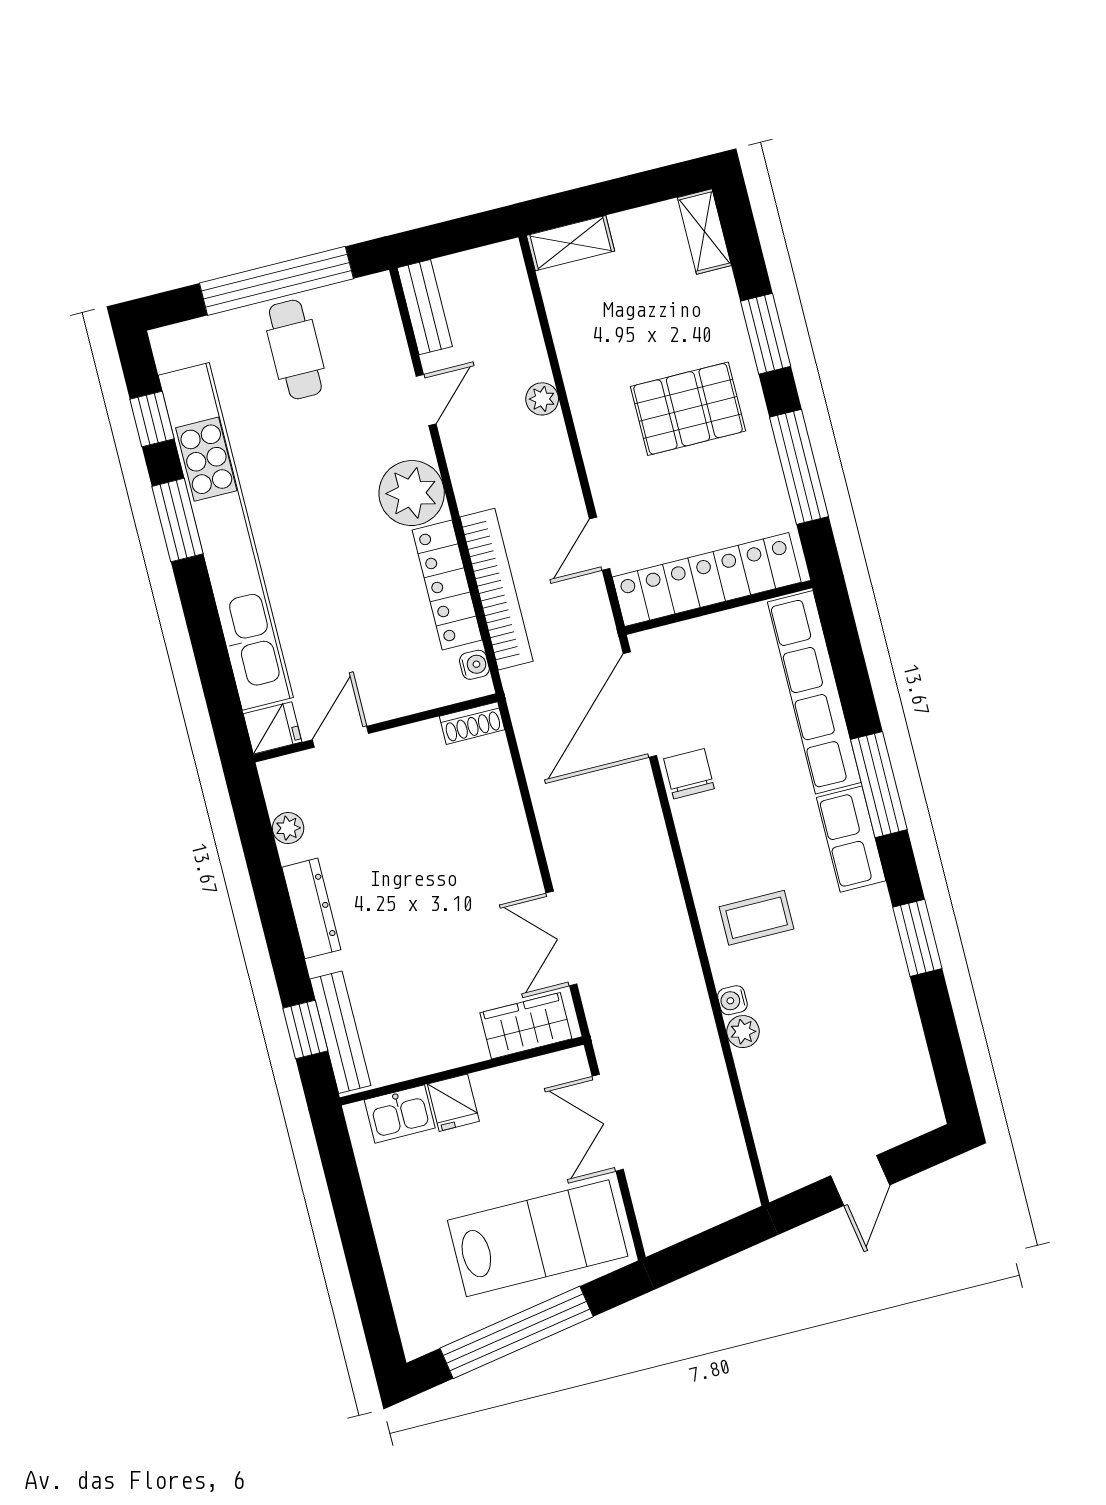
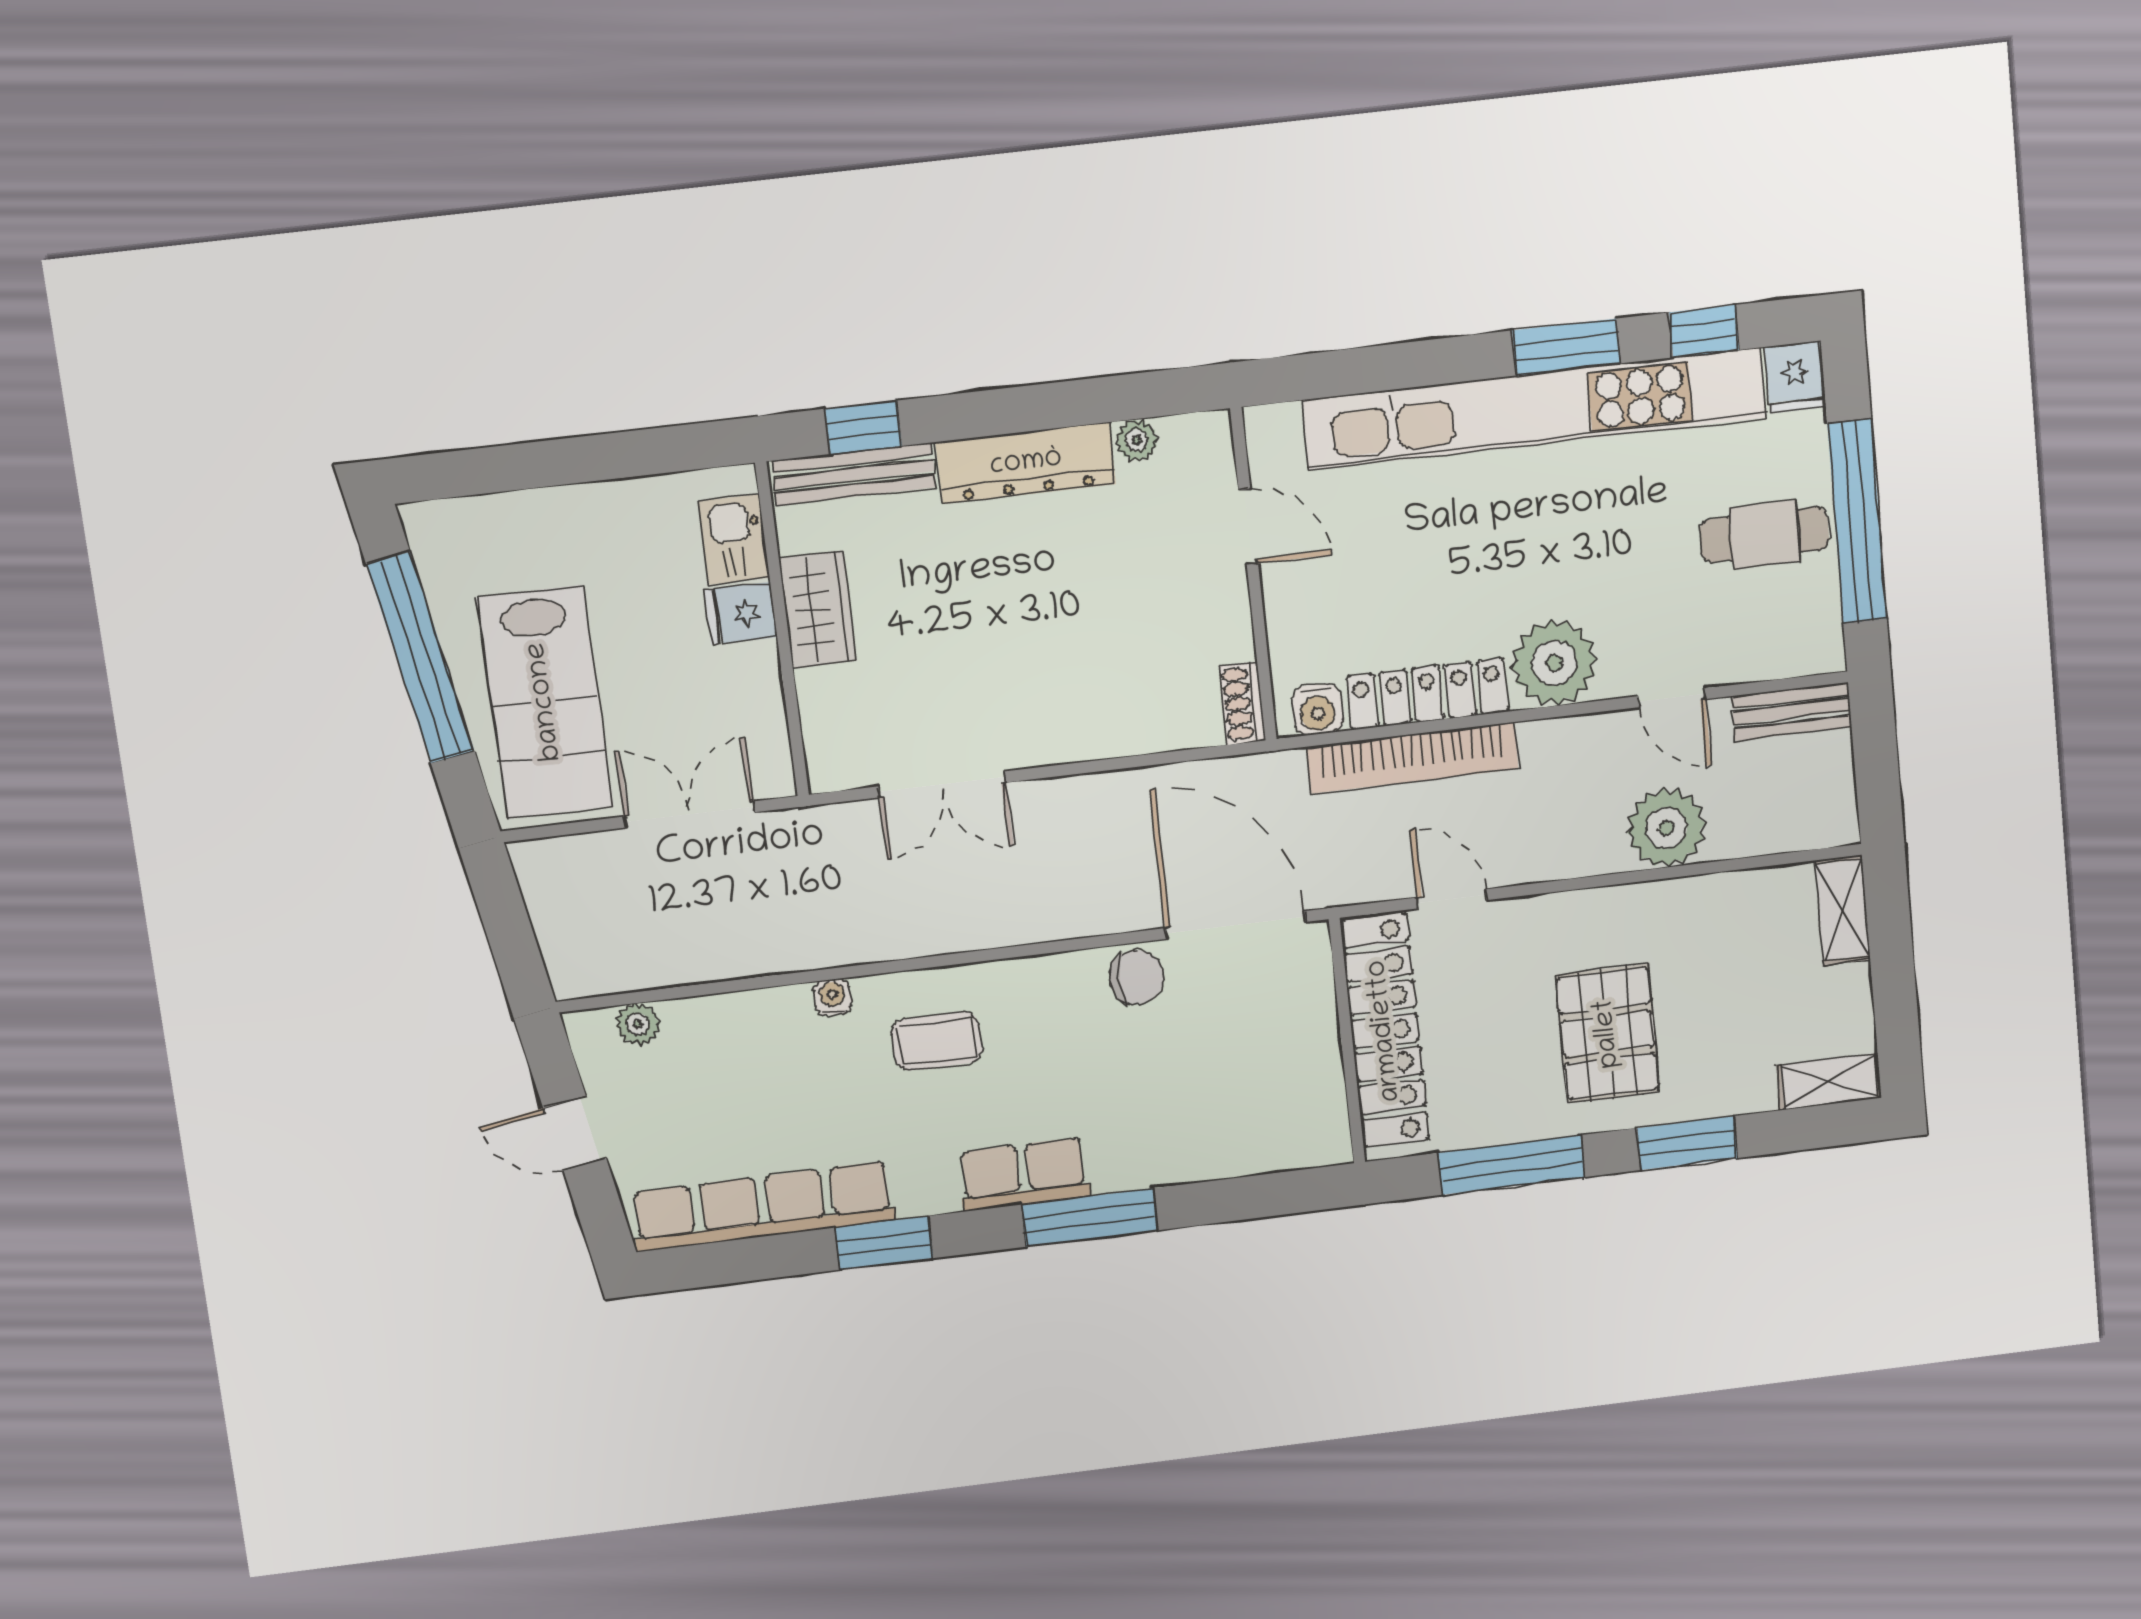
plant: (542, 399) -> (1666, 828), width x1.87, depth x1.87
water cooler: (474, 665) -> (1317, 709), width x1.38, depth x1.38
row of seats: (814, 692) -> (763, 1206), moved
fridge: (273, 728) -> (1795, 377), moved
dresser: (311, 908) -> (1026, 463), width x1.37, depth x1.24
coffee table: (757, 918) -> (937, 1041), turned 90
double door: (561, 938) -> (942, 784), swing flipped
wardrobe: (526, 1026) -> (818, 610), moved
plant: (743, 1032) -> (638, 1024), moved

